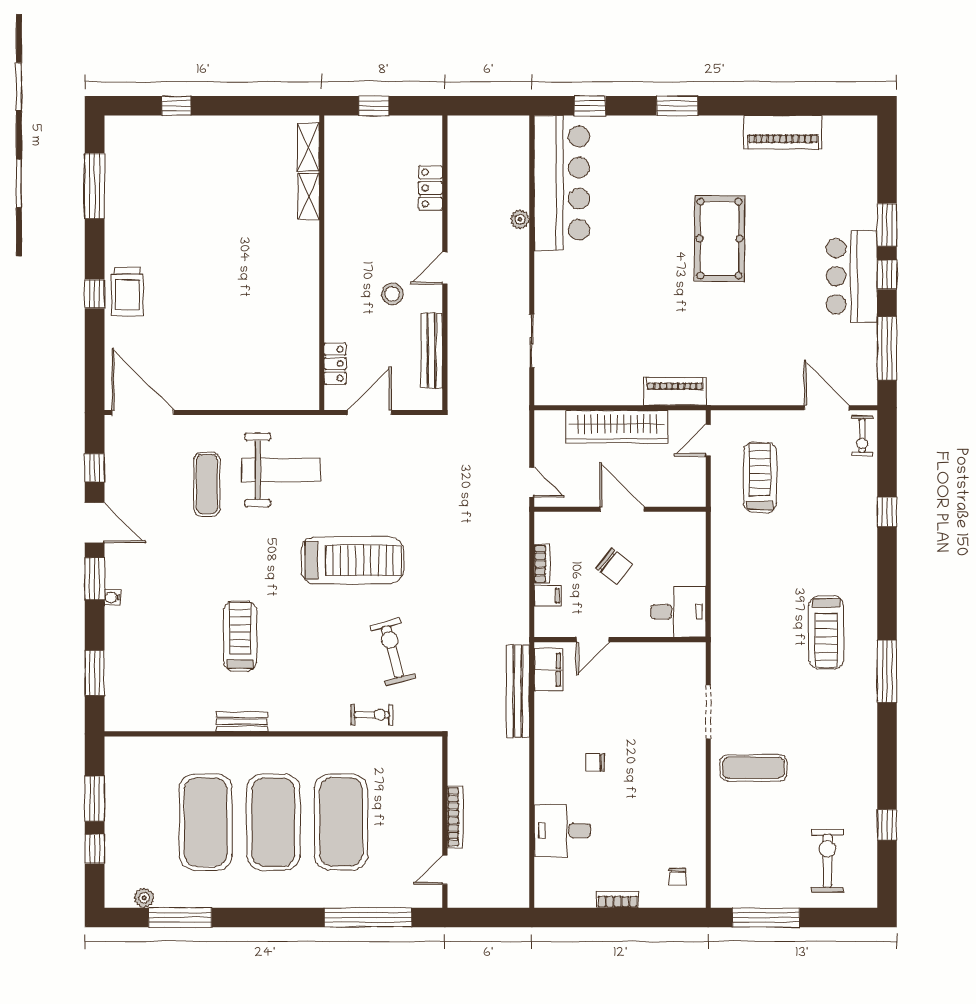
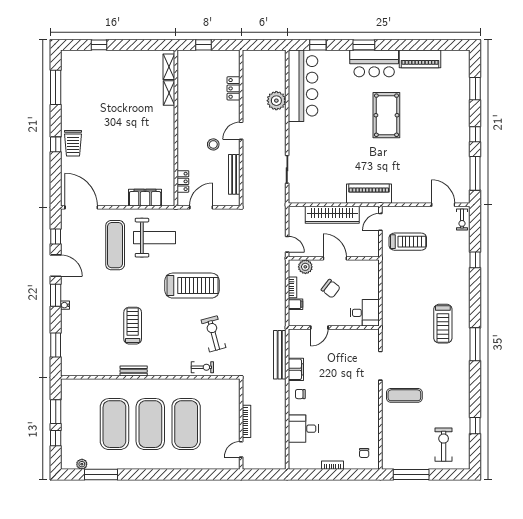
plant: (520, 219) -> (276, 101), width x1.88, depth x1.88
window: (887, 225) -> (475, 89), moved
bar counter: (852, 276) -> (374, 63), moved, turned -90
piano: (675, 391) -> (369, 194), width x1.37, depth x1.33
filing cabinet: (264, 394) -> (145, 198), added
treadmill: (760, 477) -> (408, 242), turned 90
exercise mat: (207, 484) -> (115, 245), width x1.36, depth x1.45
plant: (566, 525) -> (305, 267), added
filing cabinet: (548, 670) -> (296, 369), moved
chair: (595, 762) -> (300, 394), moved
window: (368, 917) -> (200, 475), removed

